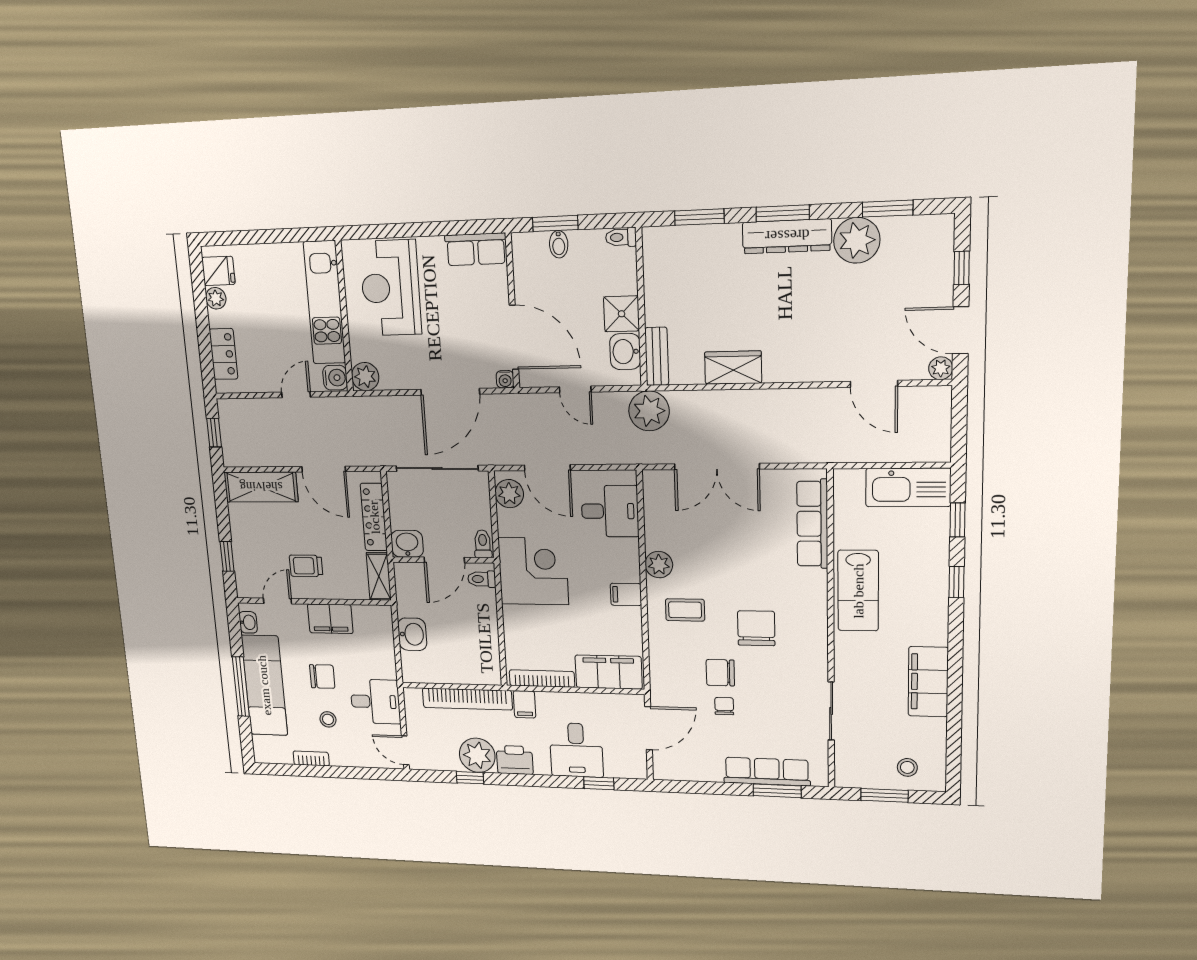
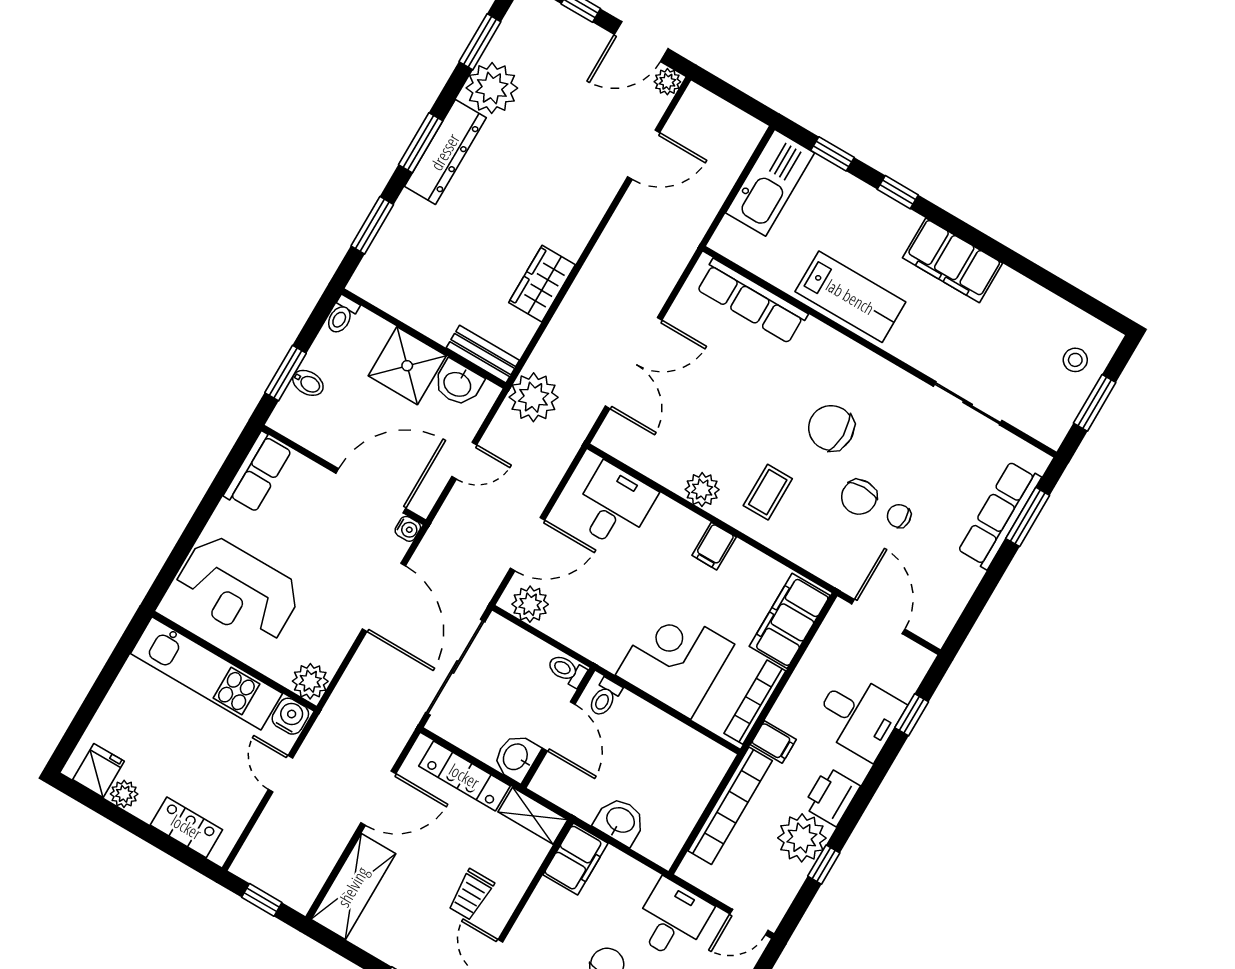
shower: (622, 314) -> (407, 366), width x1.36, depth x1.36
corner desk: (533, 571) -> (675, 660), moved
filing cabinet: (330, 619) -> (575, 859), moved
filing cabinet: (928, 682) -> (953, 260), moved

